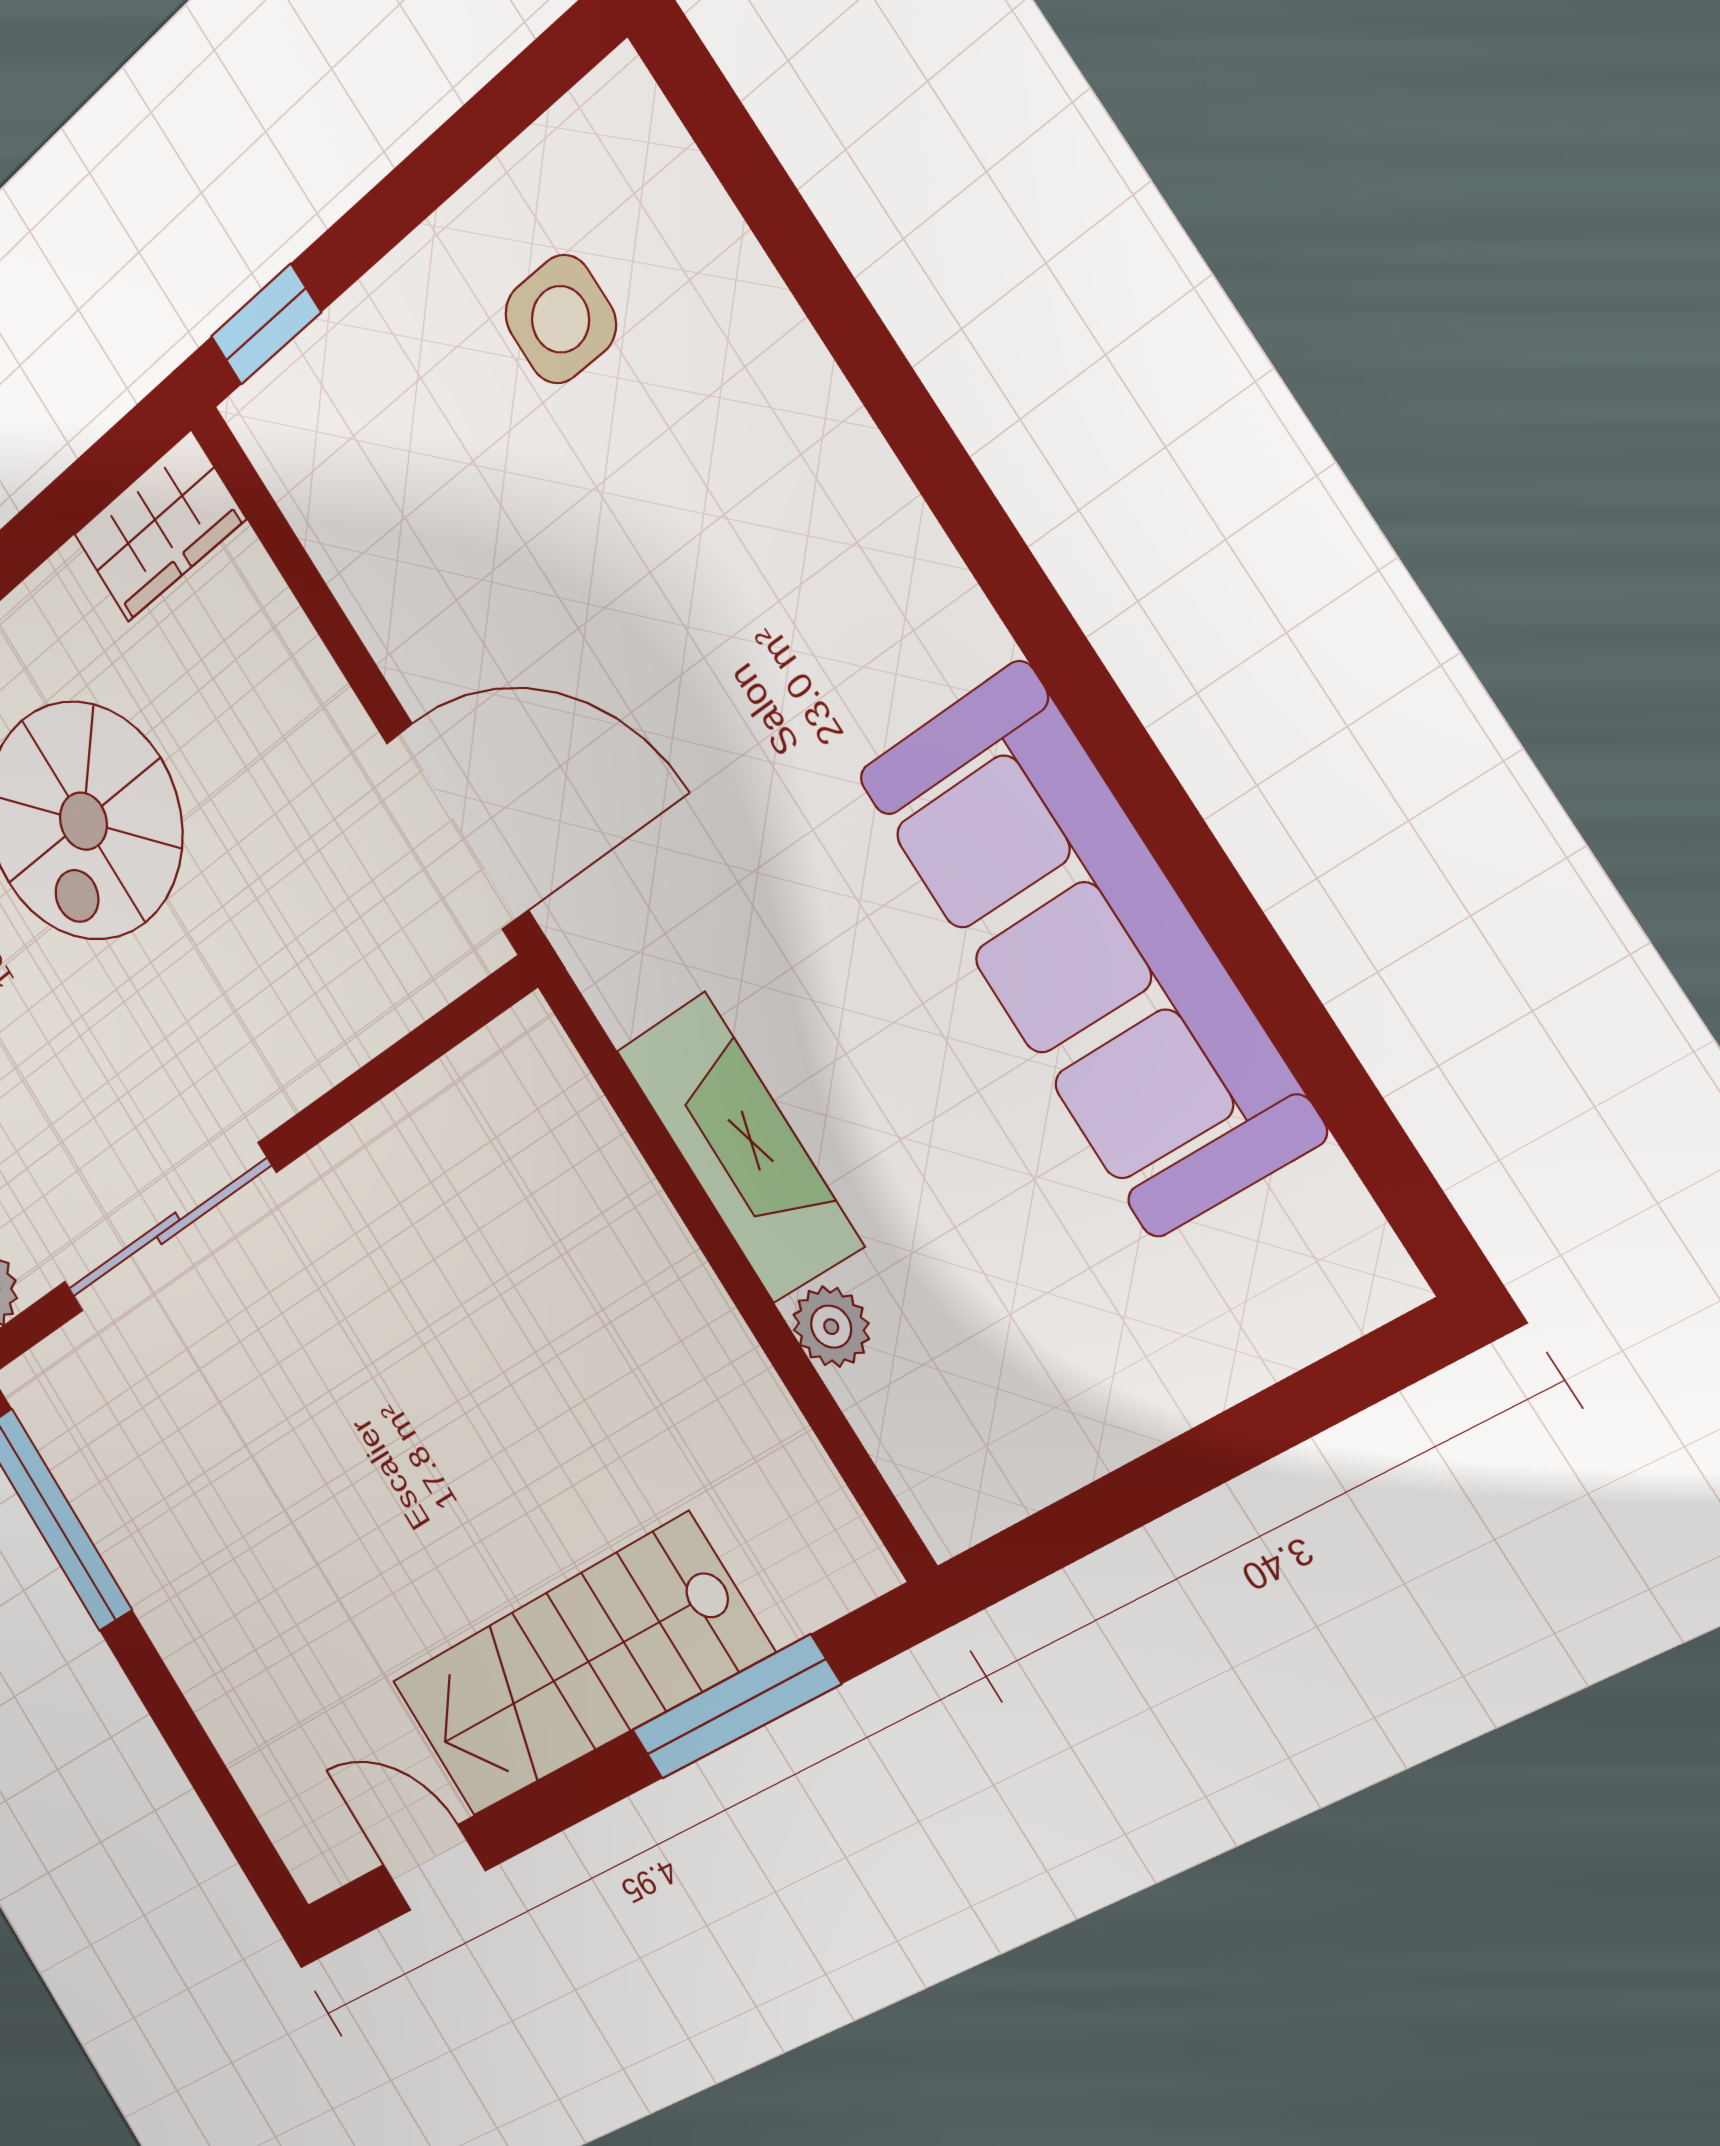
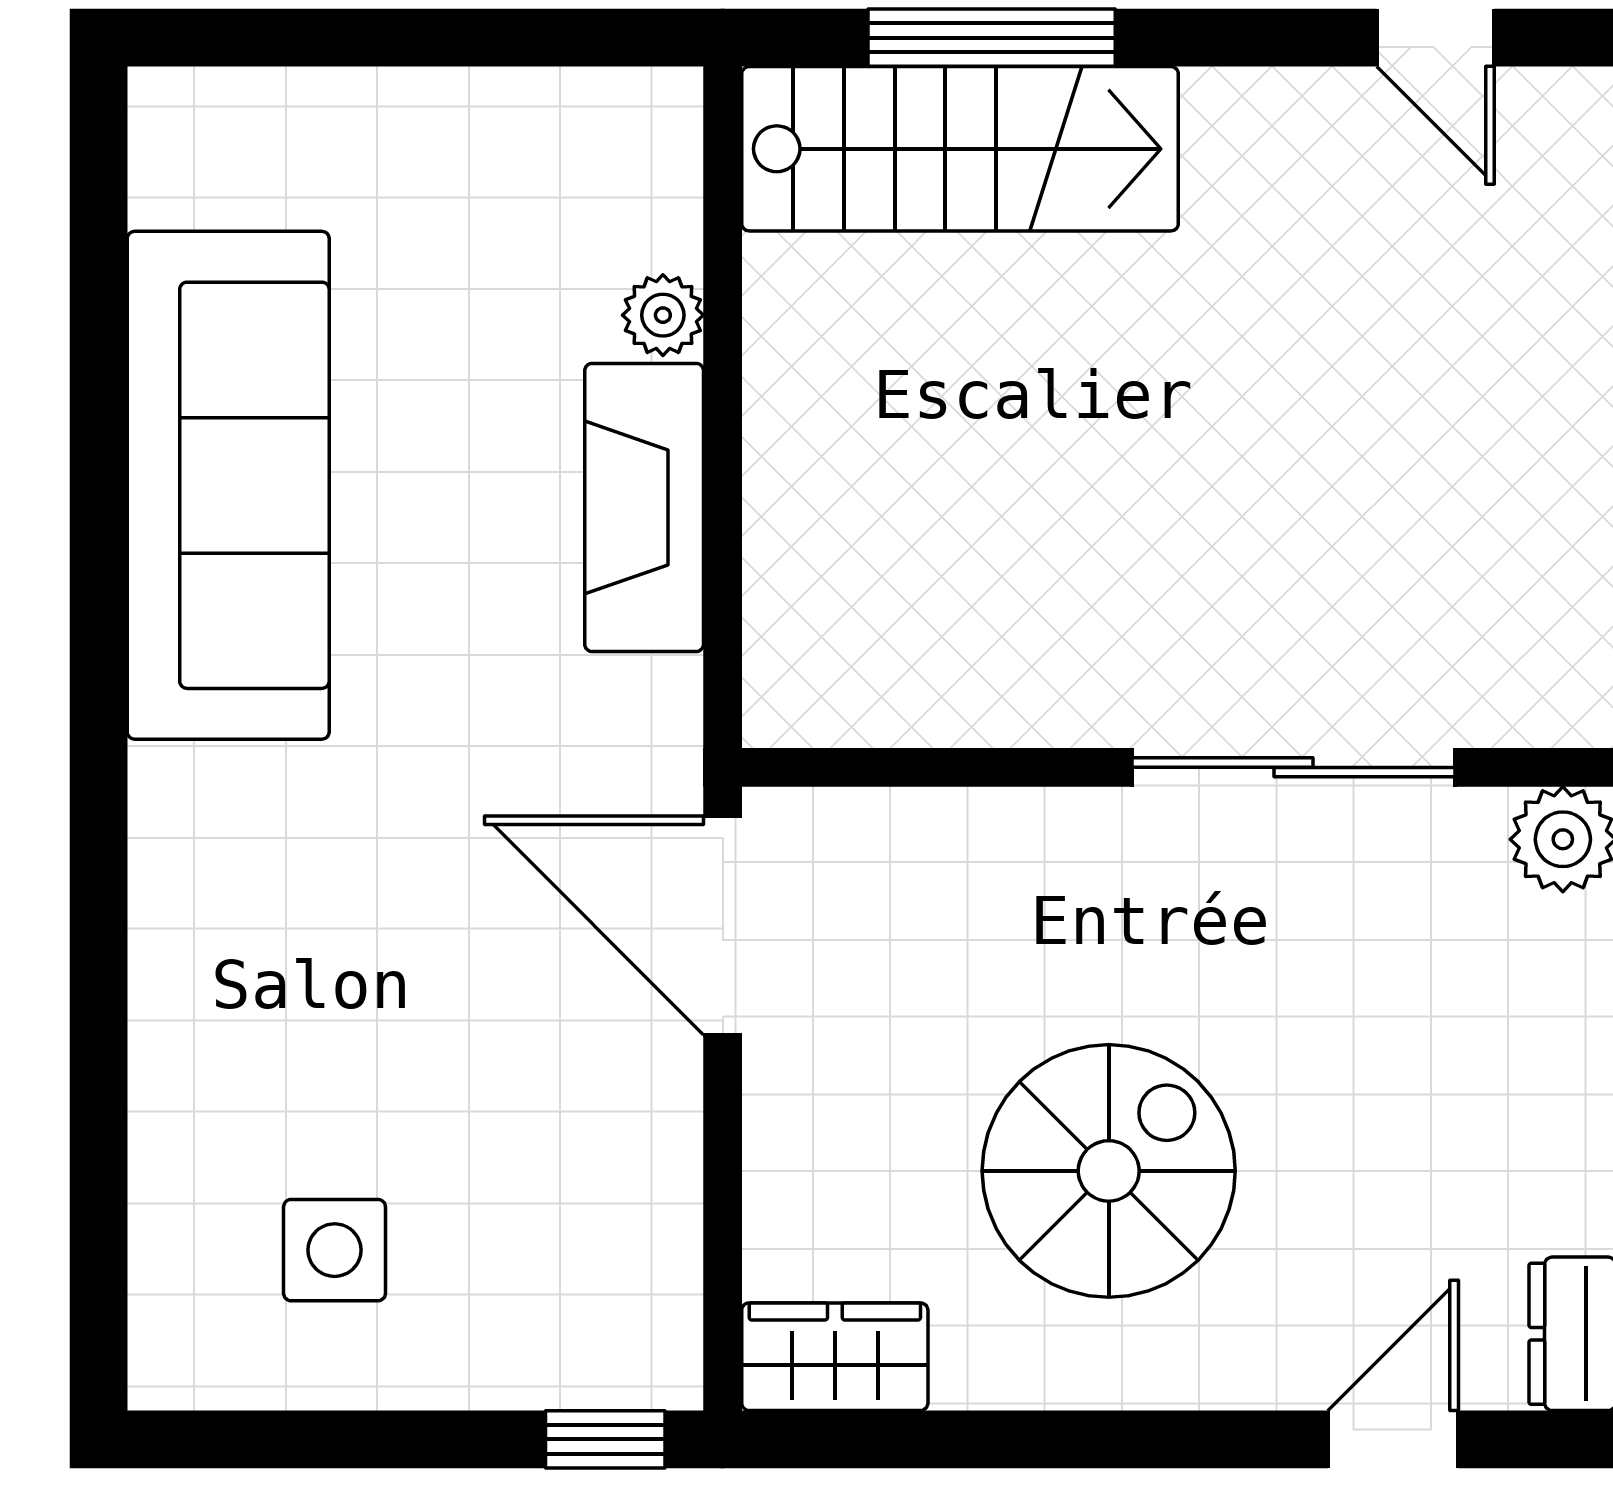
stairs: (578, 1667) -> (960, 149), moved

